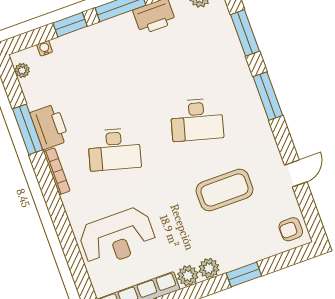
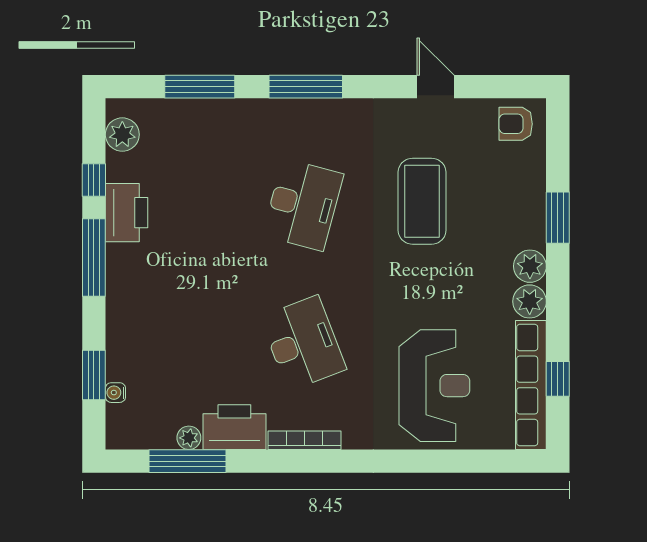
window: (70, 25) -> (94, 375), moved
plant: (22, 70) -> (189, 438), moved
window: (28, 129) -> (187, 461), moved
desk: (114, 149) -> (303, 343), turned -36
armchair: (291, 229) -> (516, 124), turned 90

